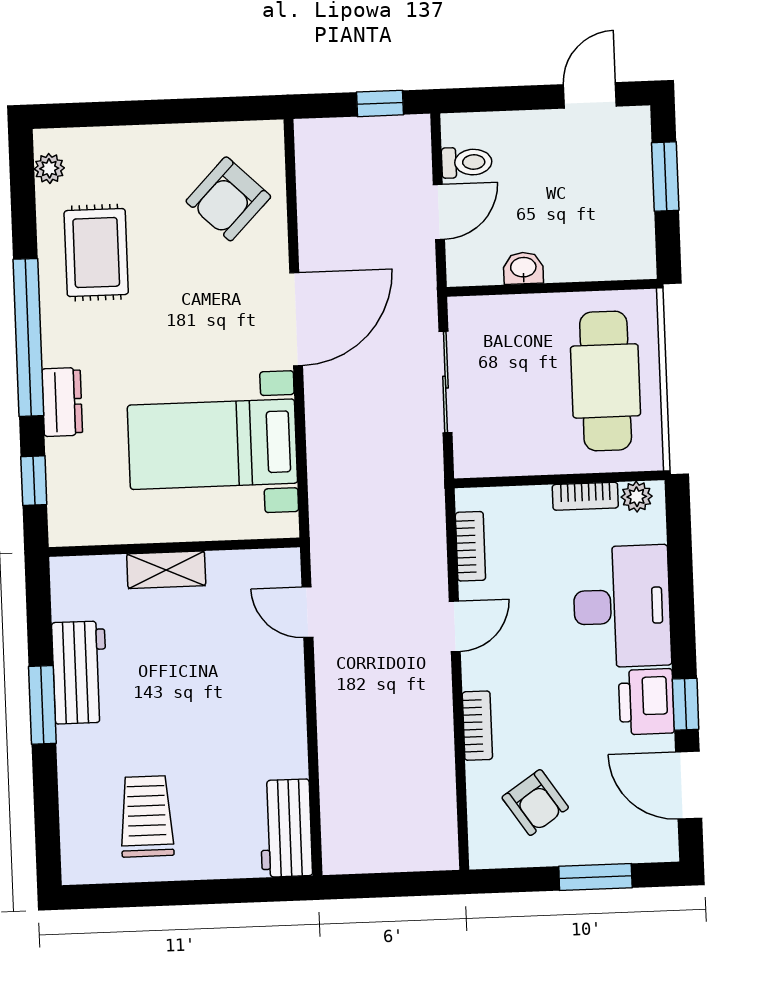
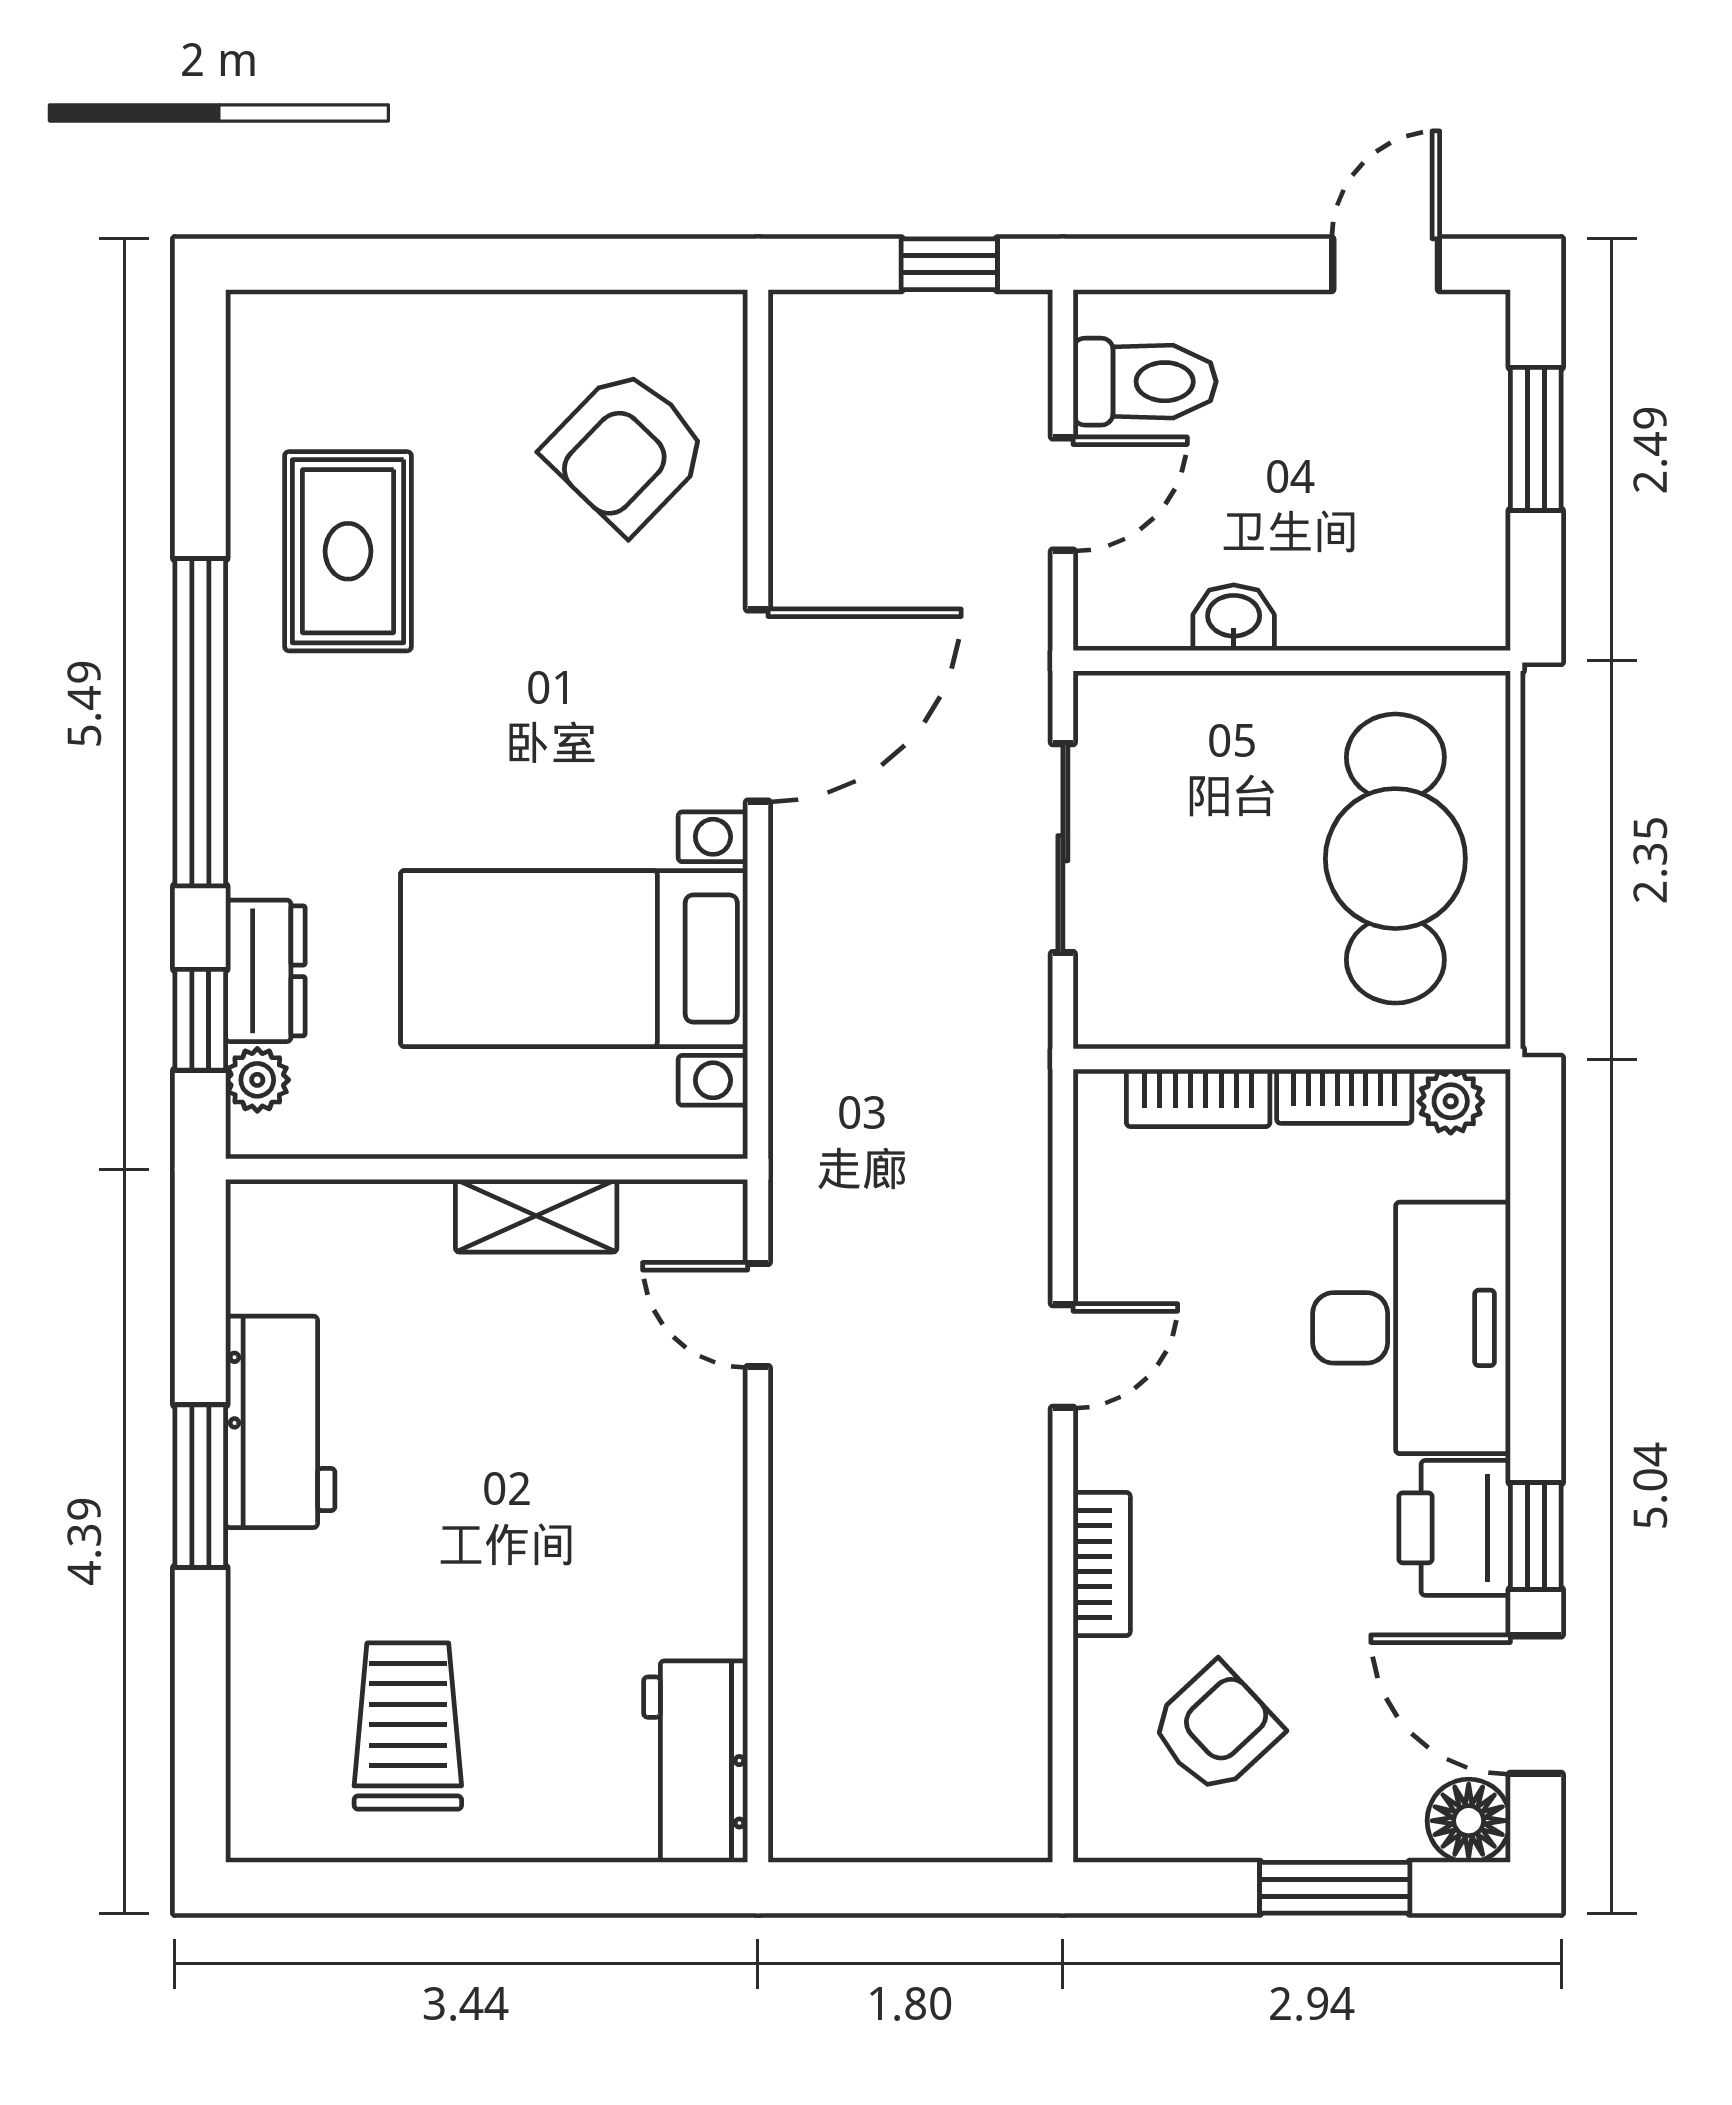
toilet: (467, 162) -> (1145, 382), width x1.37, depth x1.39
plant: (49, 168) -> (257, 1080), moved
dresser: (62, 402) -> (265, 971), moved
bookcase: (470, 546) -> (1198, 1098), moved, turned 90
shelving: (166, 570) -> (536, 1216), moved
armchair: (535, 803) -> (1216, 1728), turned -99
floor lamp: (659, 842) -> (1469, 1821), added

